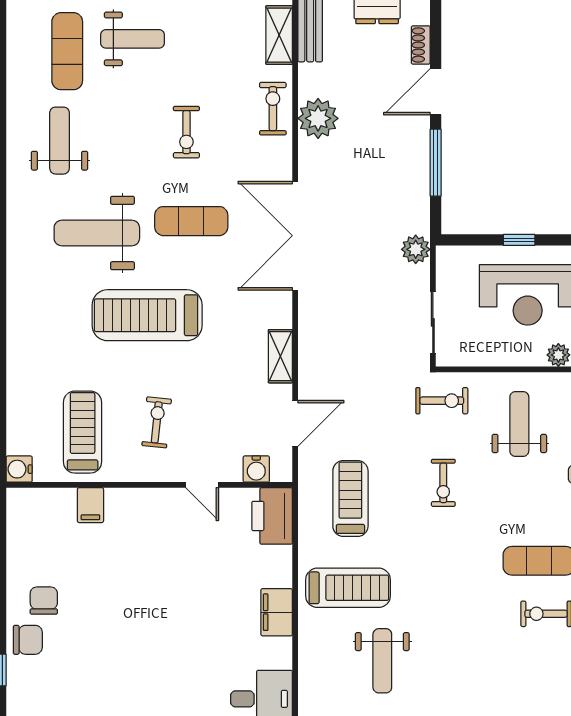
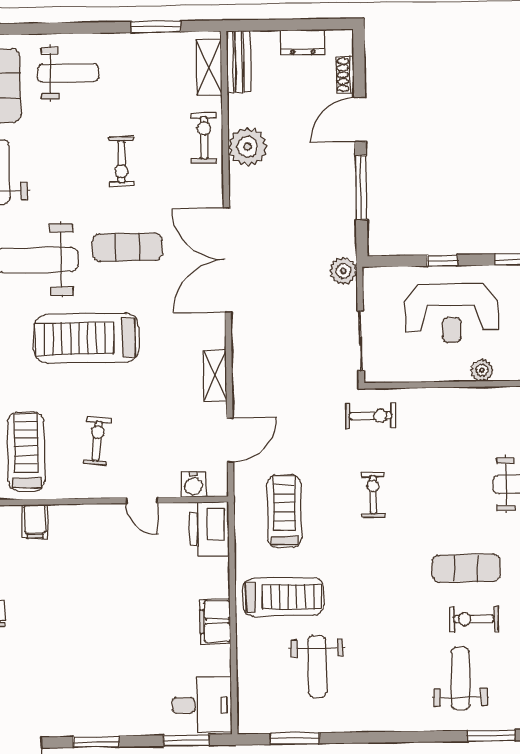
weight bench: (519, 424) -> (460, 678), moved
exercise bike: (443, 483) -> (373, 495), turned 180

